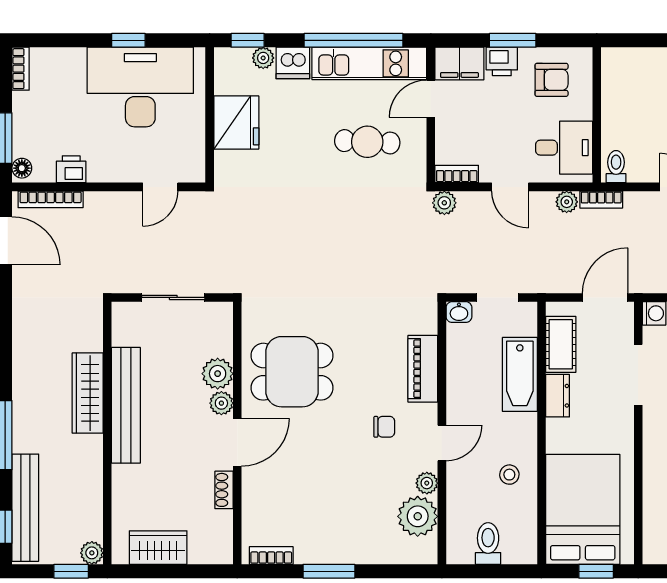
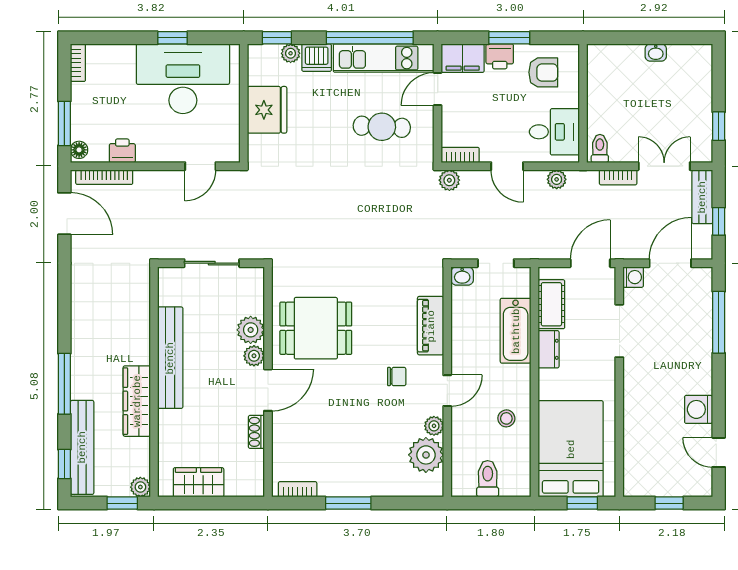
bookcase: (601, 200) -> (618, 177), moved
wardrobe: (88, 393) -> (137, 401), moved

